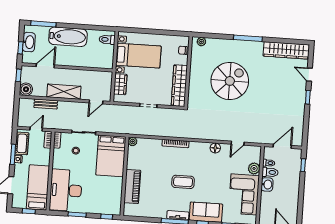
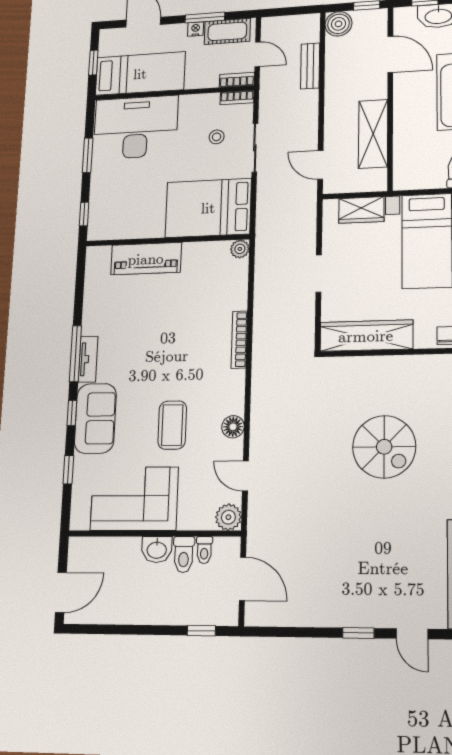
door: (309, 75) -> (412, 634), swing flipped
spiral stairs: (230, 81) -> (384, 447), width x0.73, depth x0.73
shelving: (64, 92) -> (373, 134), moved
plant: (254, 168) -> (228, 517), moved
coffee table: (183, 182) -> (172, 425), moved

